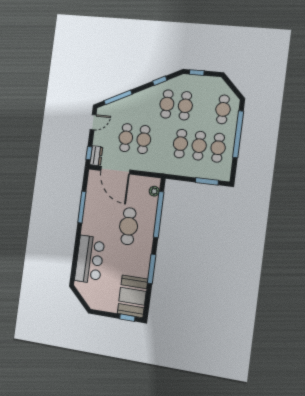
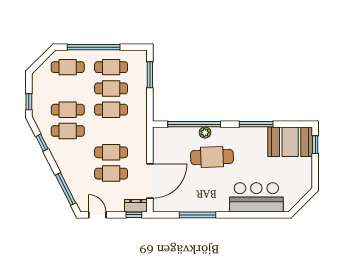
plant: (154, 191) -> (205, 133), moved

